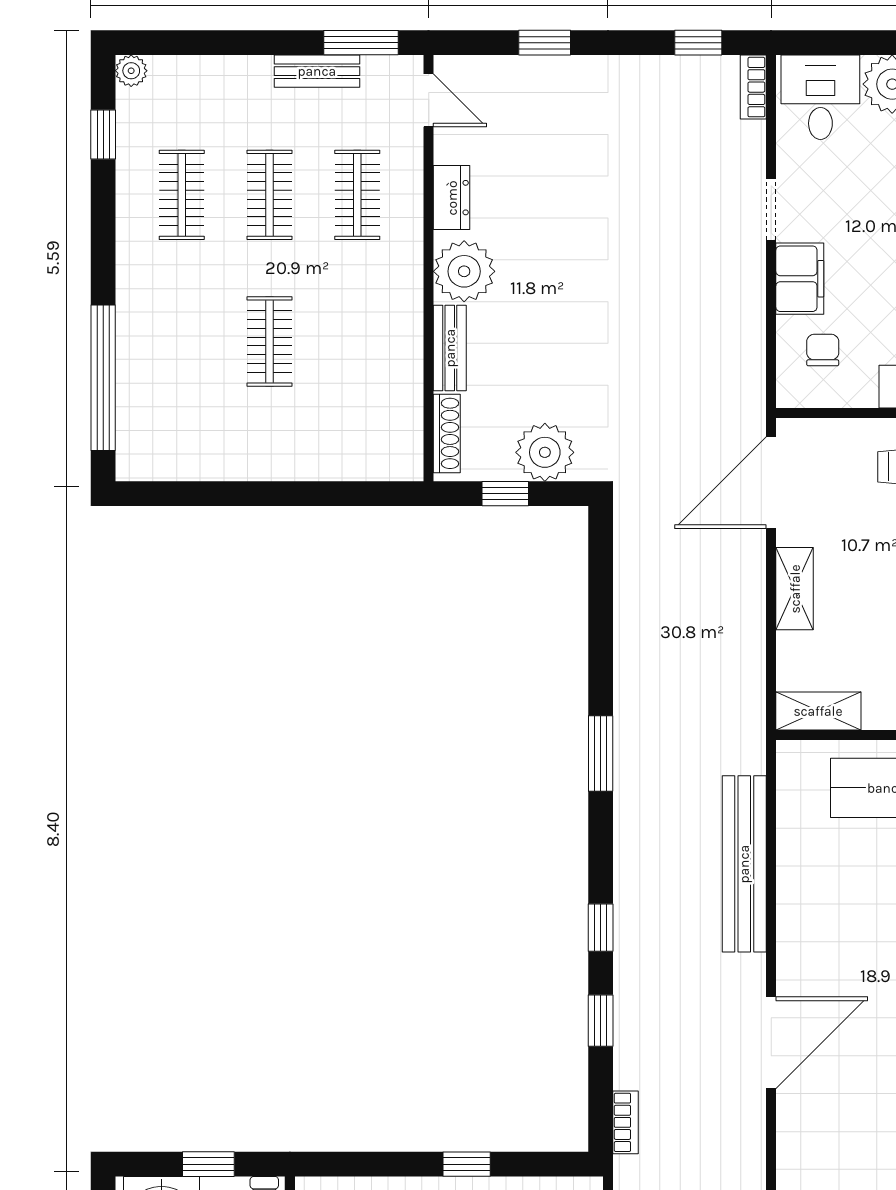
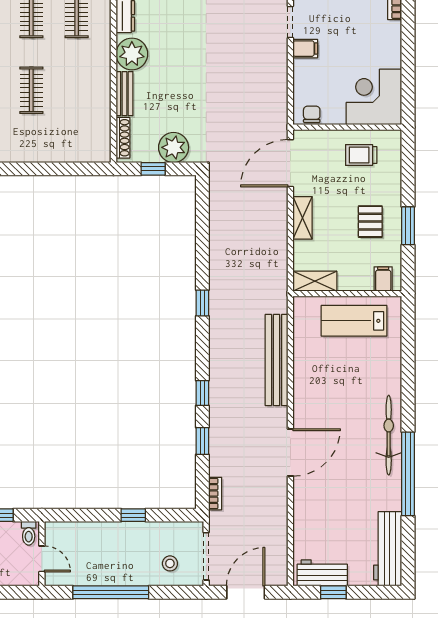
filing cabinet: (800, 279) -> (305, 49), width x0.50
chair: (823, 350) -> (312, 114), moved
window: (601, 753) -> (202, 303), width x0.67

